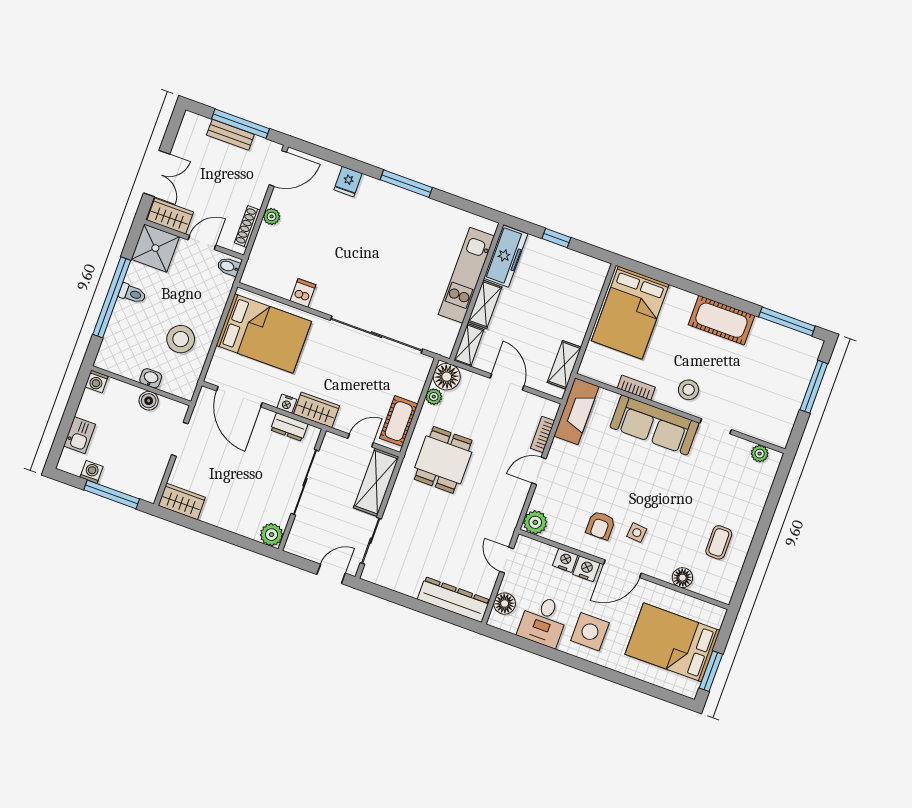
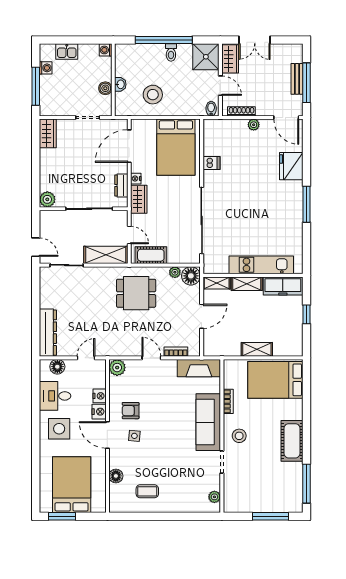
fridge: (348, 182) -> (291, 166), width x1.88, depth x1.34
shelving: (564, 365) -> (257, 349), moved

